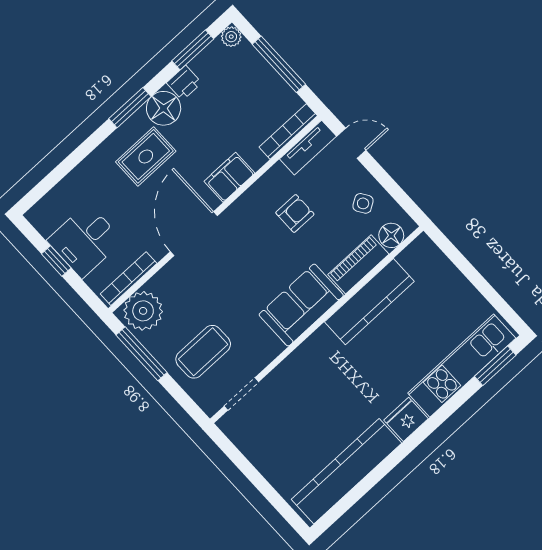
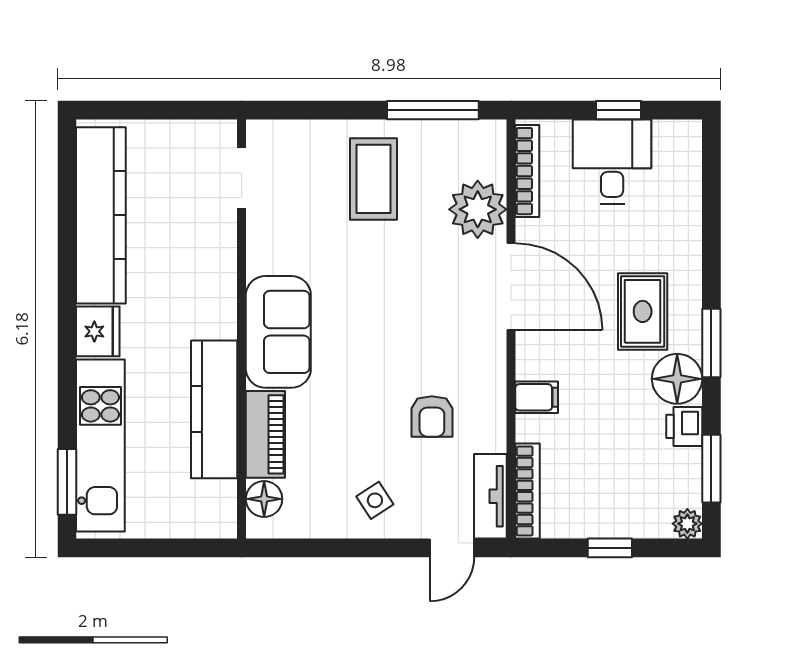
window: (279, 64) -> (610, 548), width x0.46
filing cabinet: (229, 177) -> (537, 397), width x0.50
floor lamp: (391, 235) -> (264, 499), moved
piano: (358, 264) -> (265, 434), moved
kitchen counter: (369, 302) -> (214, 409), moved
sofa: (301, 305) -> (278, 332), moved
plant: (143, 311) -> (478, 209), moved
wall: (317, 325) -> (242, 329), moved
doorway: (241, 394) -> (242, 178), moved

